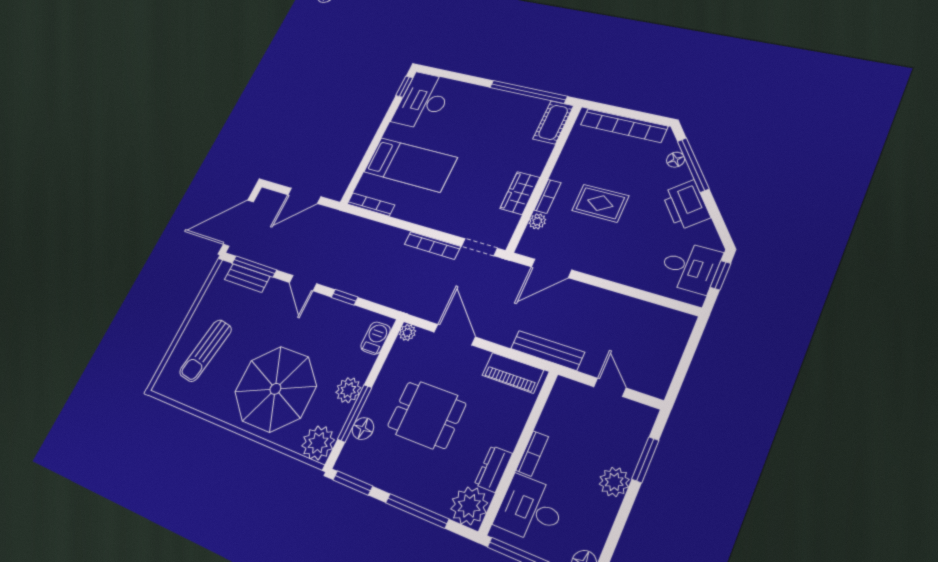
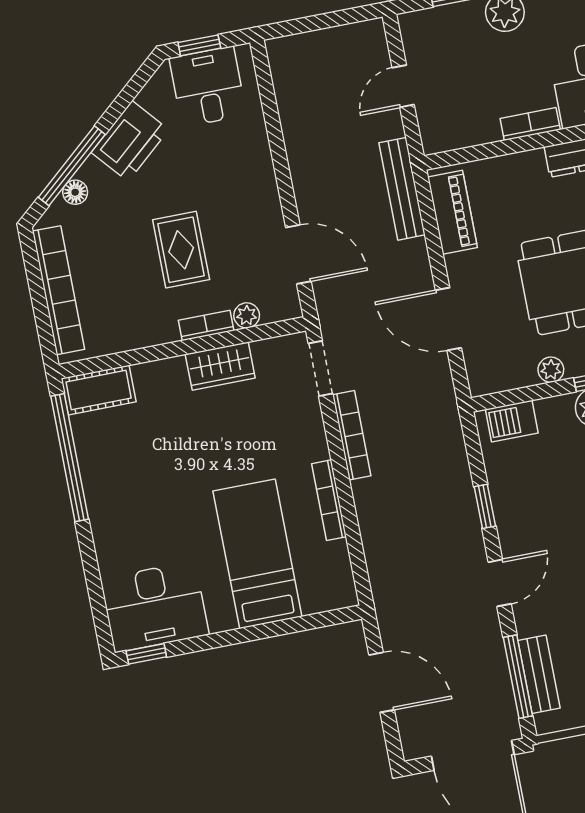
bookcase: (371, 204) -> (329, 500), moved
plant: (407, 333) -> (551, 370), moved
door: (455, 335) -> (448, 319), hinge flipped

